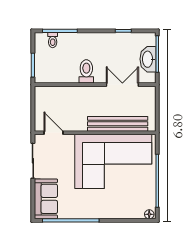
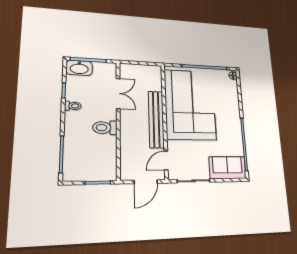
toilet: (53, 40) -> (73, 106), moved
washbasin: (148, 59) -> (79, 68), moved
double door: (122, 85) -> (118, 93), swing flipped
door: (33, 111) -> (146, 182), added
bench: (118, 124) -> (156, 119), moved

